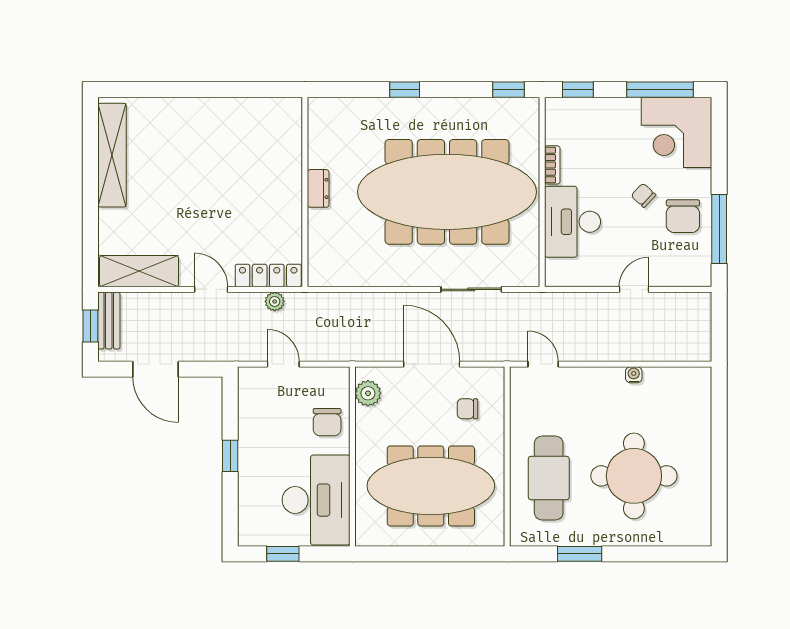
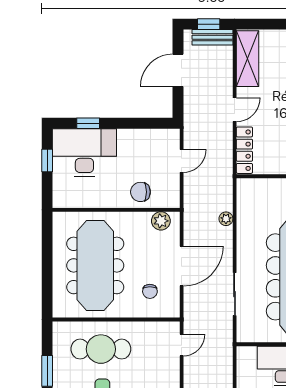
plant: (275, 301) -> (226, 219), moved
chair: (467, 409) -> (150, 291), turned 180
window: (230, 456) -> (88, 123), moved
desk: (316, 500) -> (84, 152), moved, turned 180

